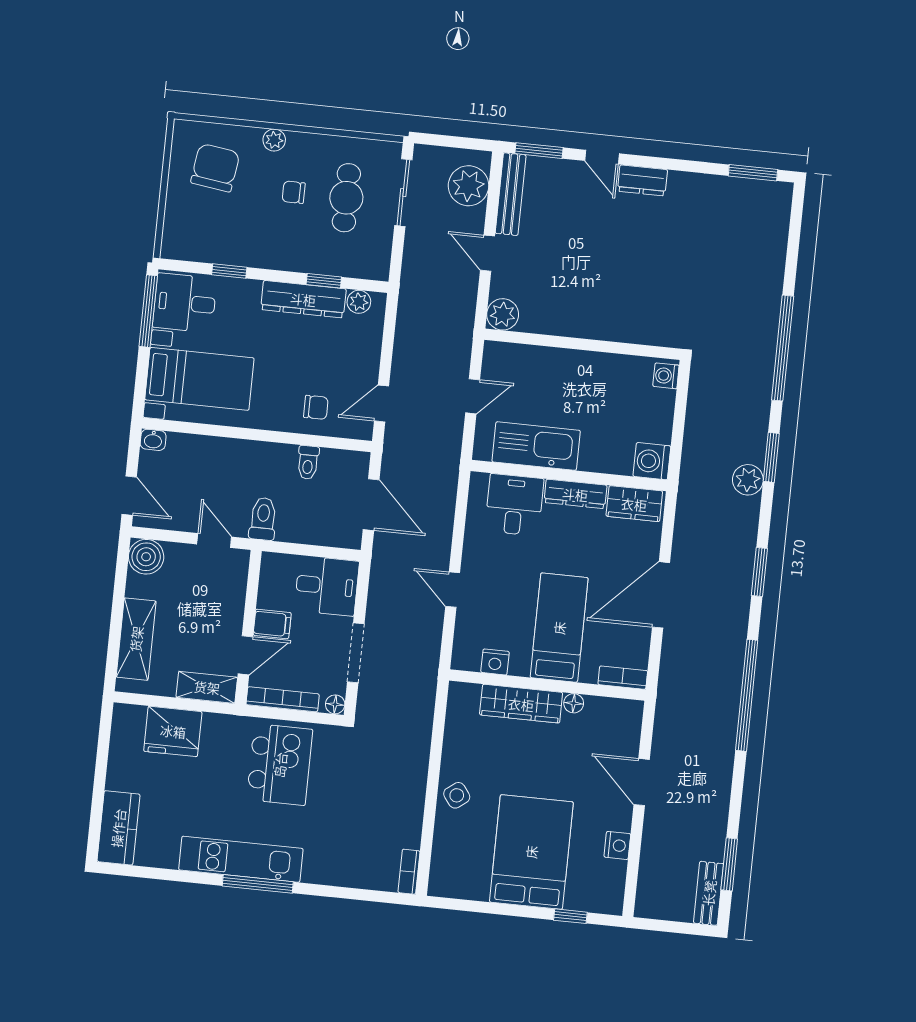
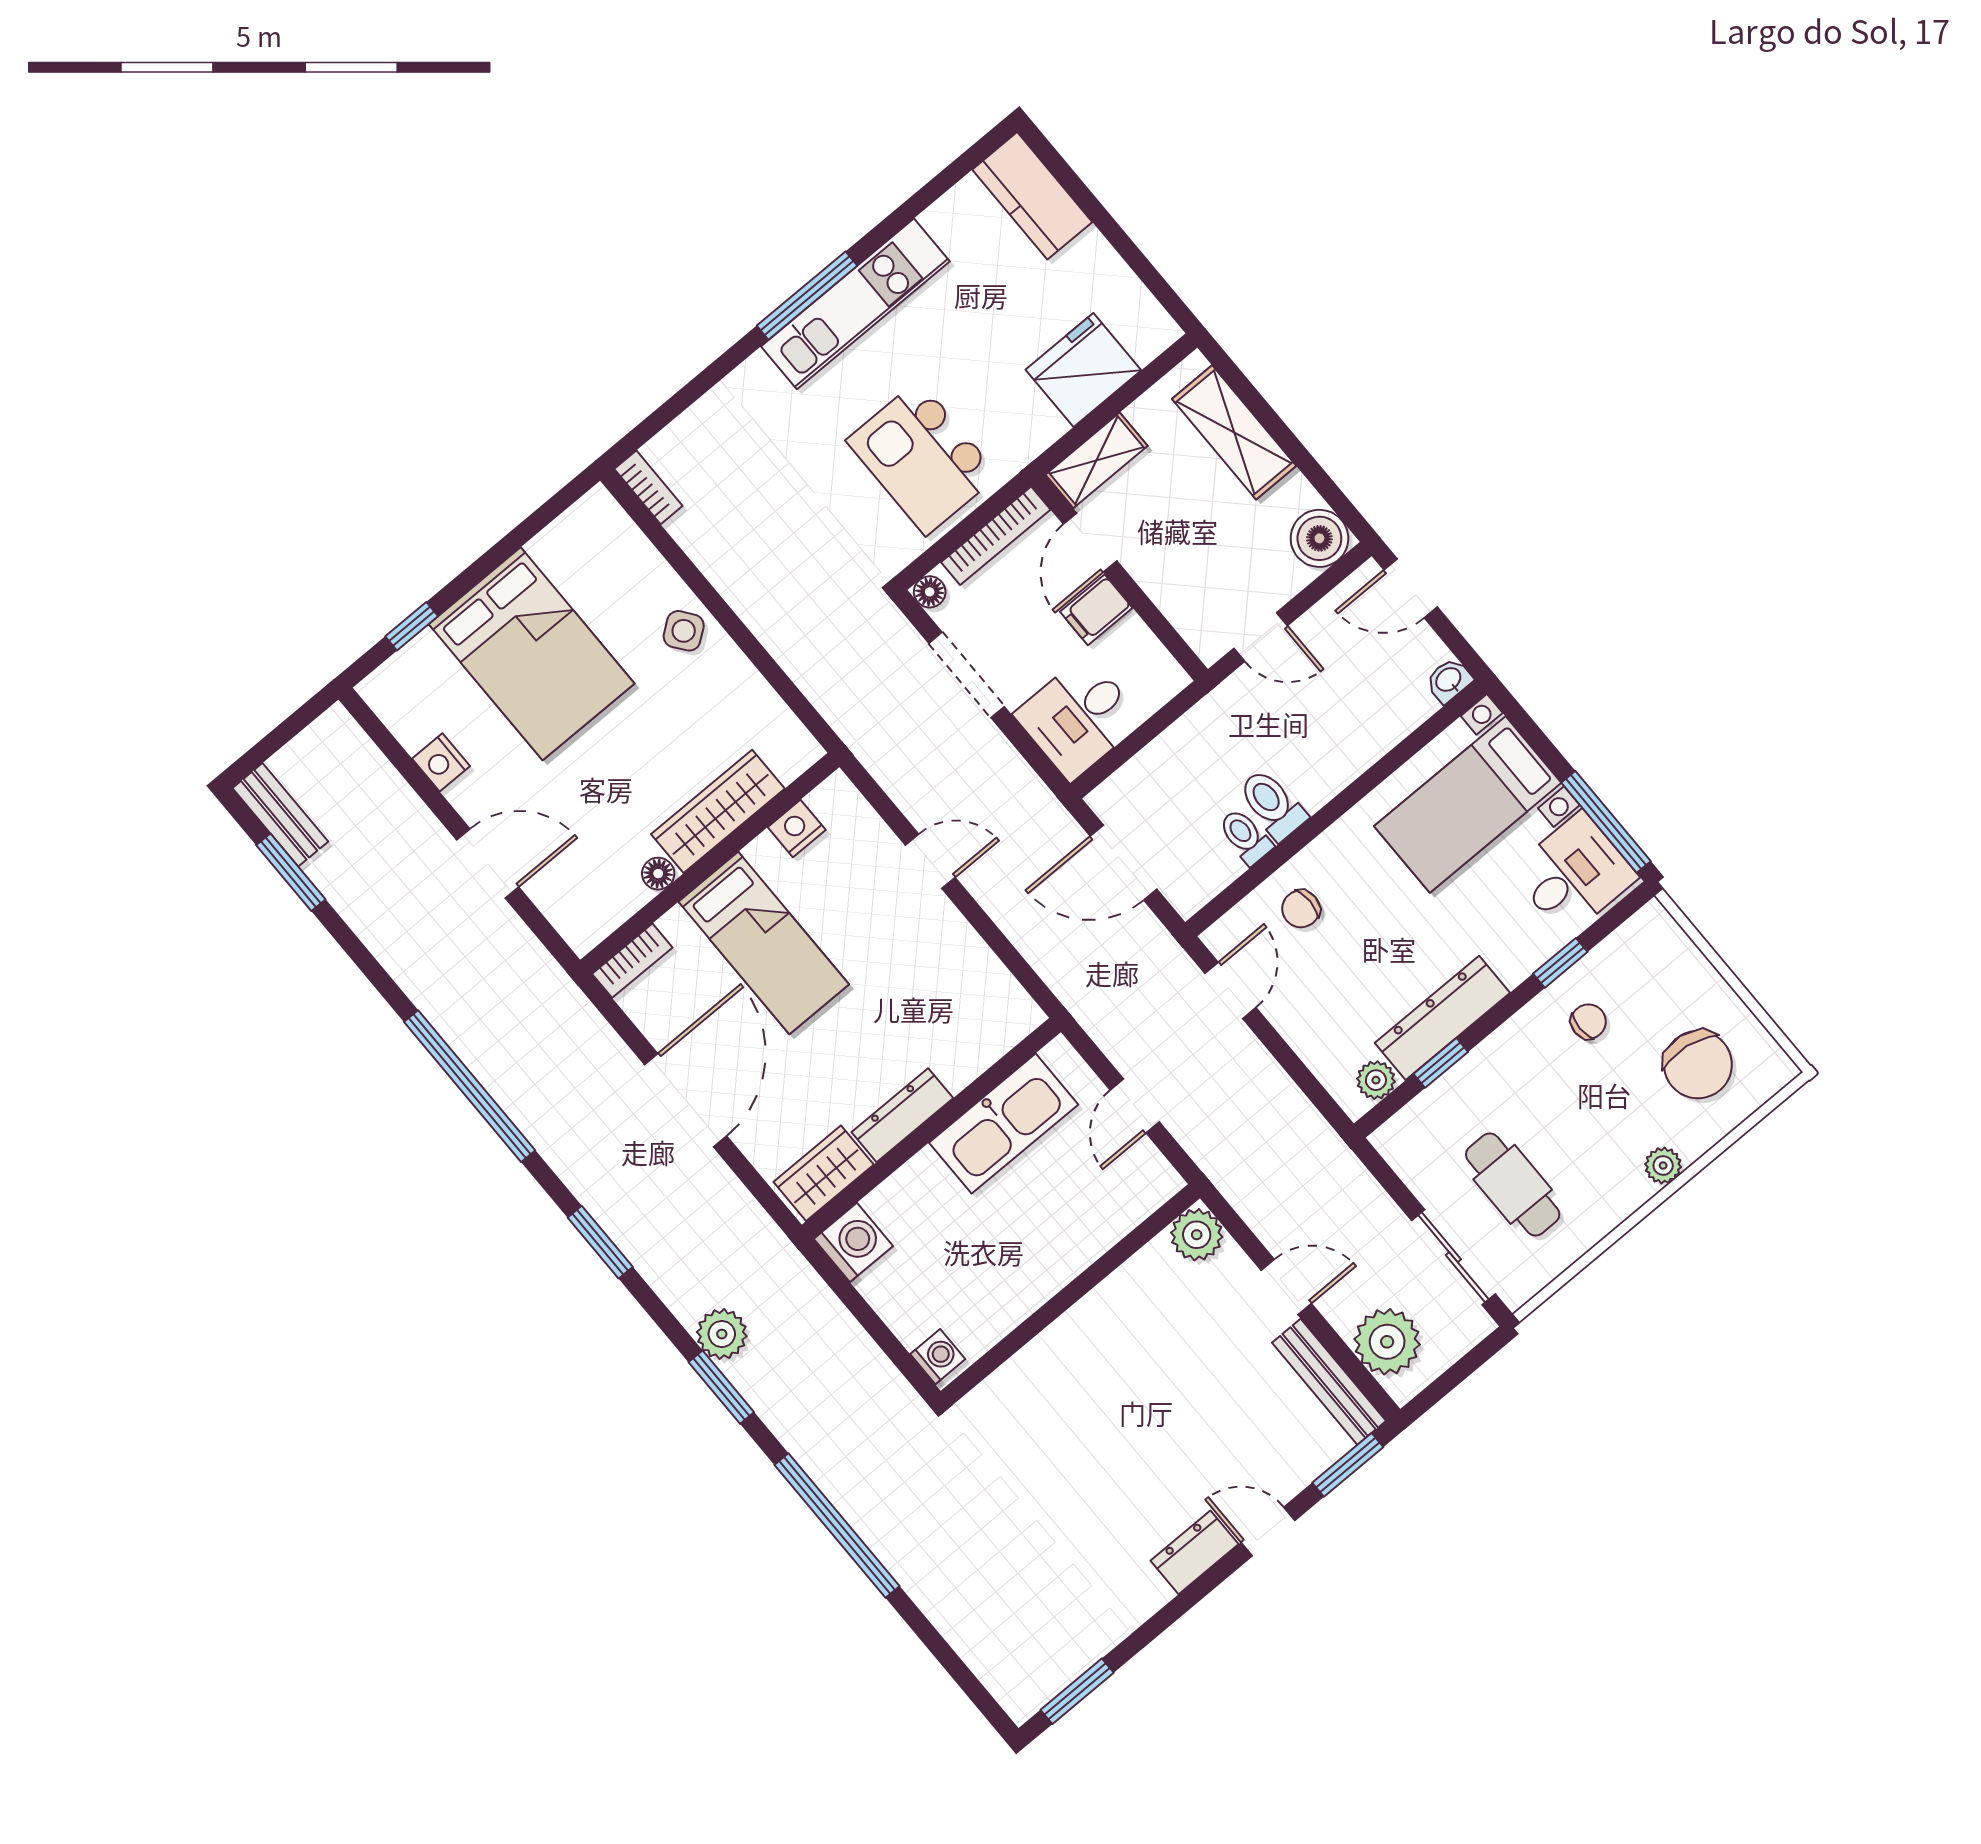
chair: (294, 192) -> (1588, 1022), moved
desk: (514, 505) -> (959, 1031), removed
toilet: (263, 519) -> (1272, 804), moved, turned 180

